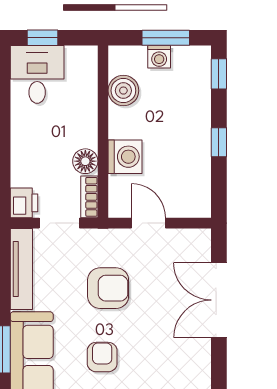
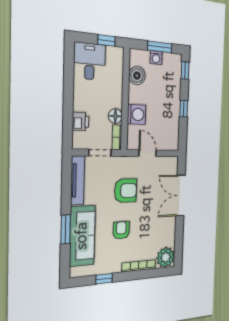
window: (42, 38) -> (106, 40), moved
printer: (24, 203) -> (80, 122), moved

